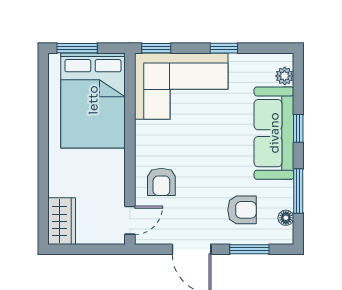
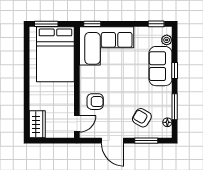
window: (224, 48) -> (156, 24), moved
sofa: (274, 133) -> (160, 66), width x0.73
armchair: (161, 182) -> (95, 102), turned -90
armchair: (242, 210) -> (142, 118), turned -149

